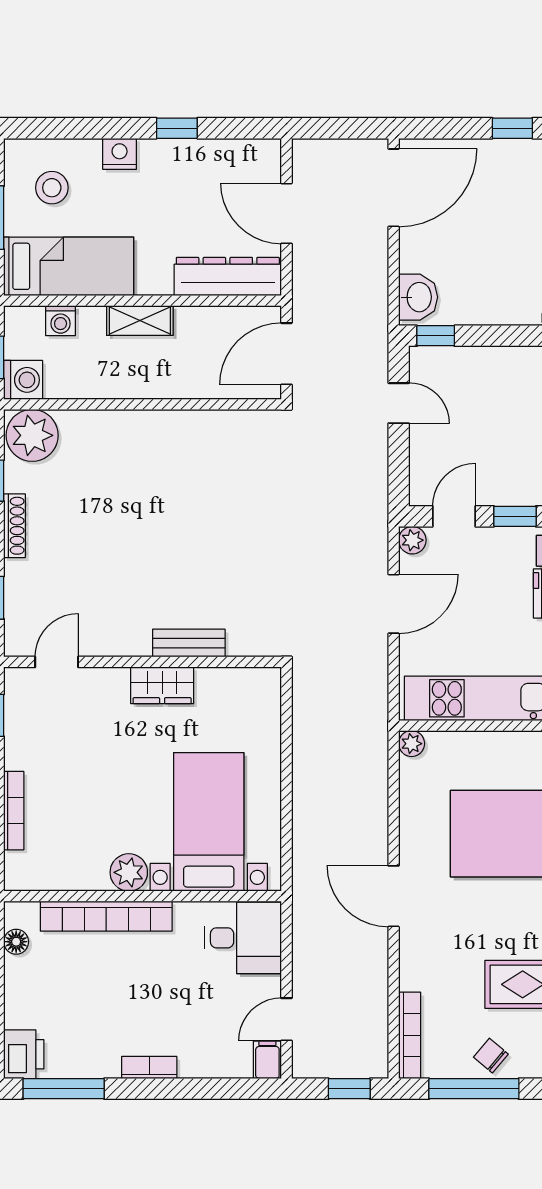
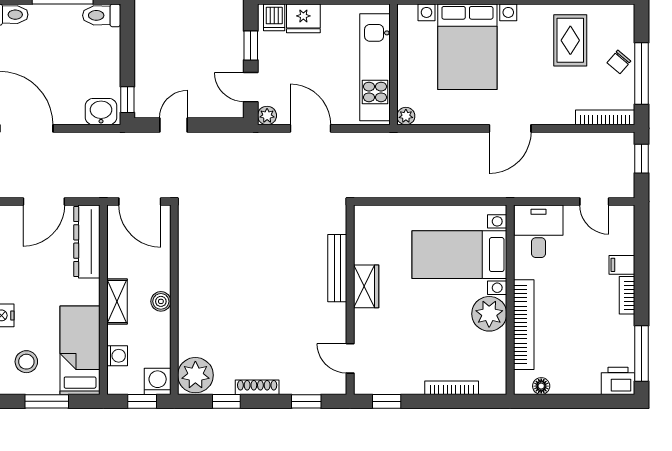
boiler: (140, 385) -> (161, 301), added
bench: (189, 643) -> (337, 268), width x1.36
plant: (129, 872) -> (489, 314), width x1.36, depth x1.36
filing cabinet: (267, 1060) -> (622, 265), moved

